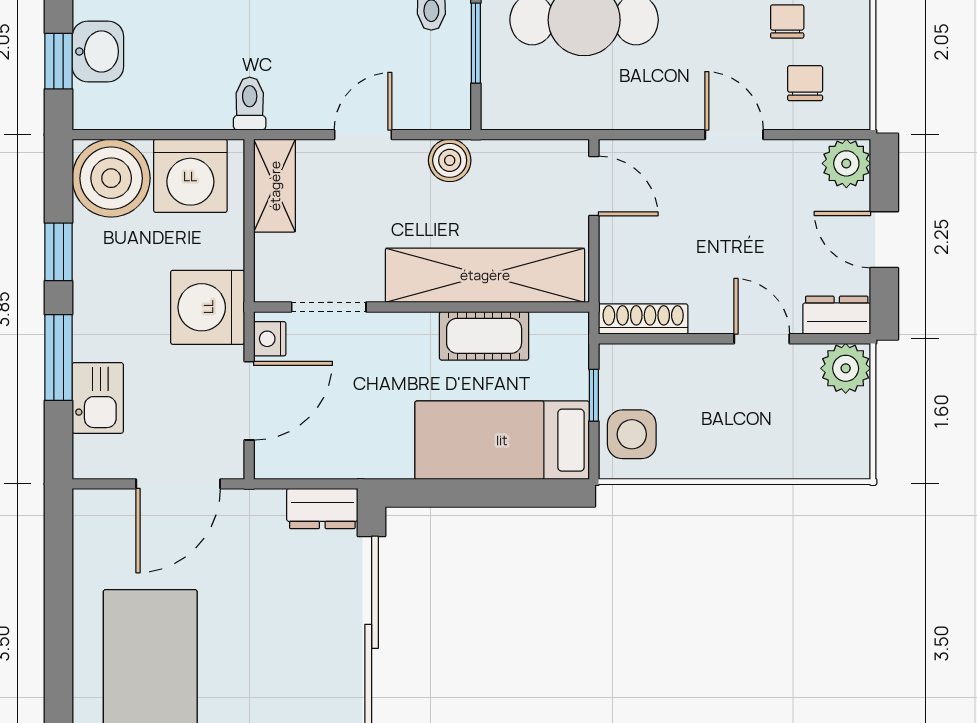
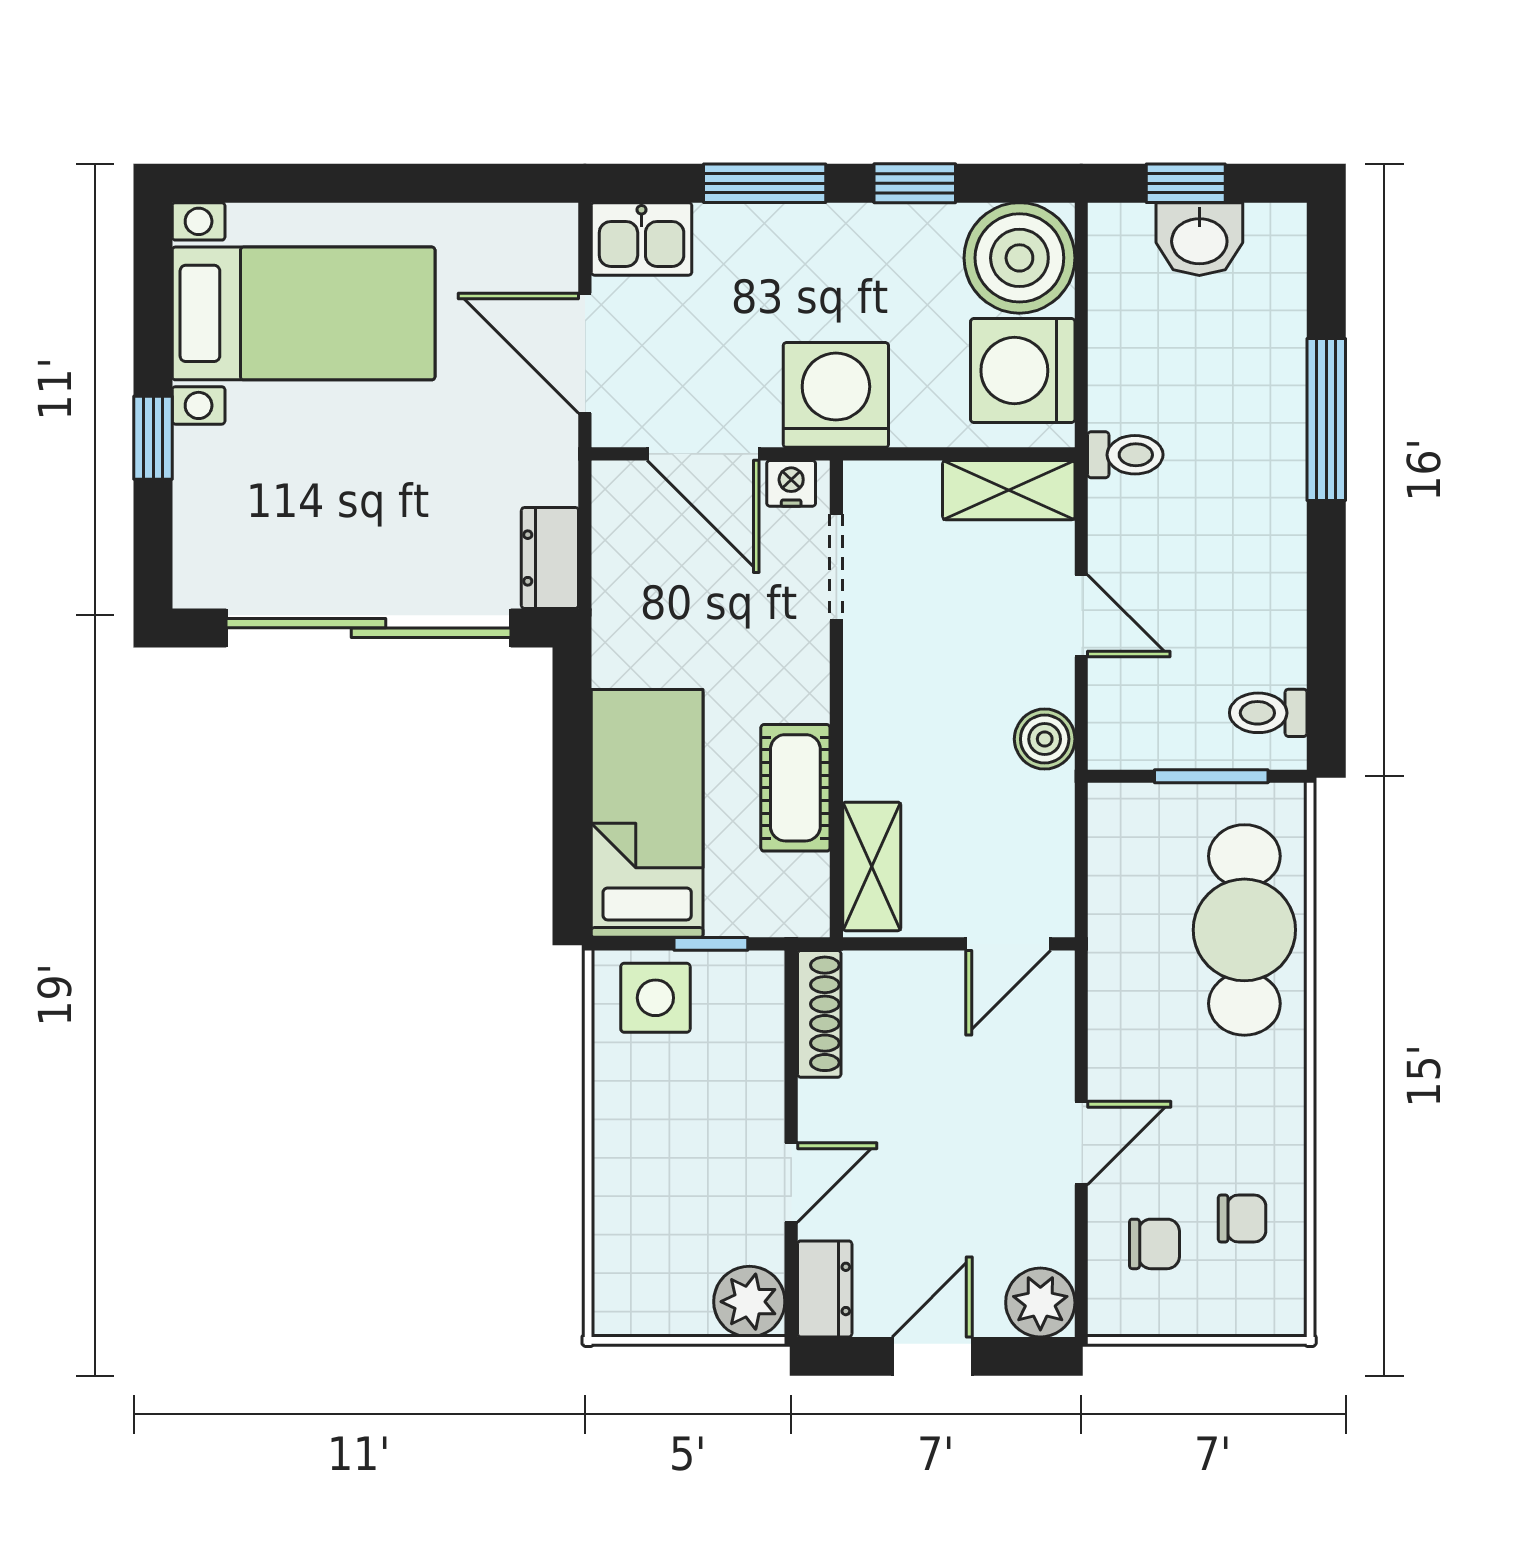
shelving: (485, 275) -> (872, 866), width x0.45, depth x0.75
kitchen sink: (98, 398) -> (642, 239), moved

